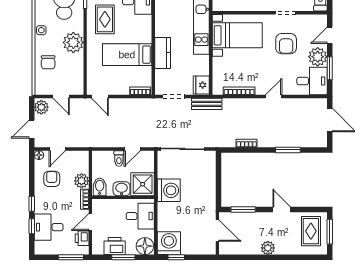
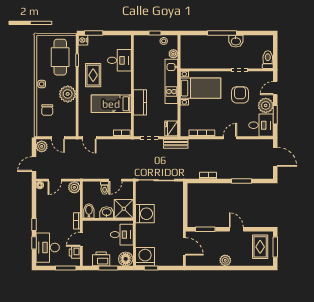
armchair: (286, 44) -> (240, 95), turned 180
armchair: (52, 179) -> (50, 204), removed
plant: (82, 181) -> (74, 187), moved
desk: (49, 227) -> (48, 248), width x1.37

